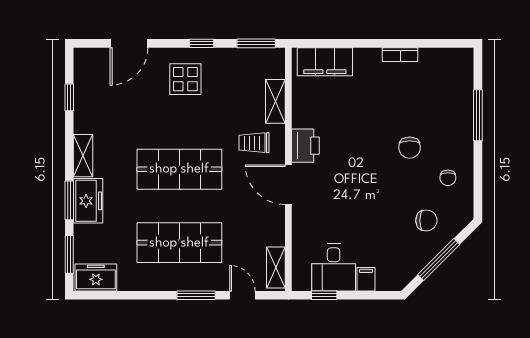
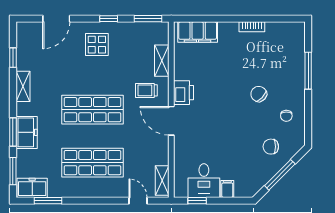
chair: (410, 148) -> (259, 94), turned 134
shelving: (83, 156) -> (23, 86), moved
chair: (426, 220) -> (271, 147), turned 180
window: (196, 295) -> (48, 201), moved

